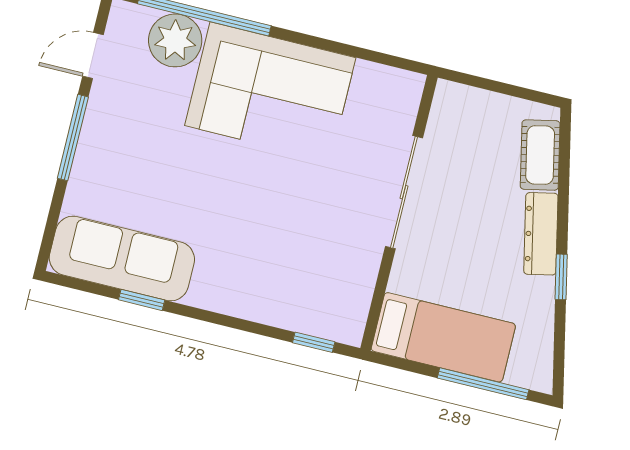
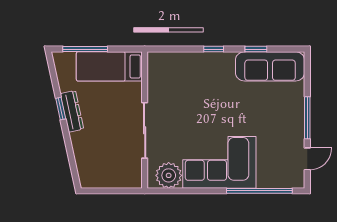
plant: (175, 40) -> (169, 175), moved
cot: (540, 155) -> (85, 164), removed
dresser: (541, 234) -> (72, 111), moved
window: (314, 342) -> (214, 49), moved

